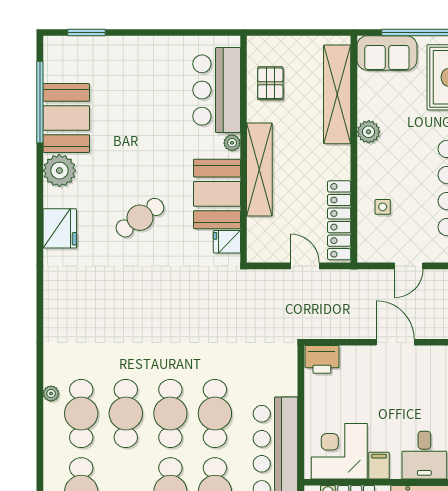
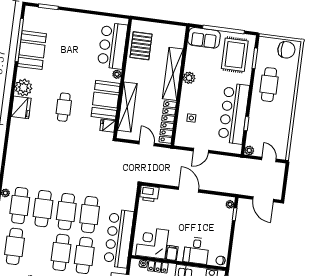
pallet: (270, 83) -> (141, 46), width x1.50, depth x1.42
shelving: (337, 94) -> (173, 74), moved
shelving: (259, 169) -> (127, 107), moved
plant: (59, 171) -> (24, 88), moved
cafe table: (140, 218) -> (64, 107), turned -55

